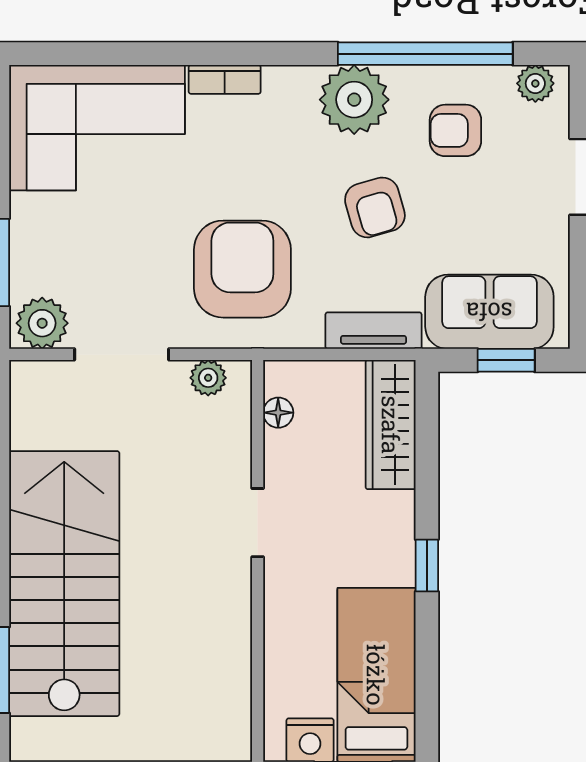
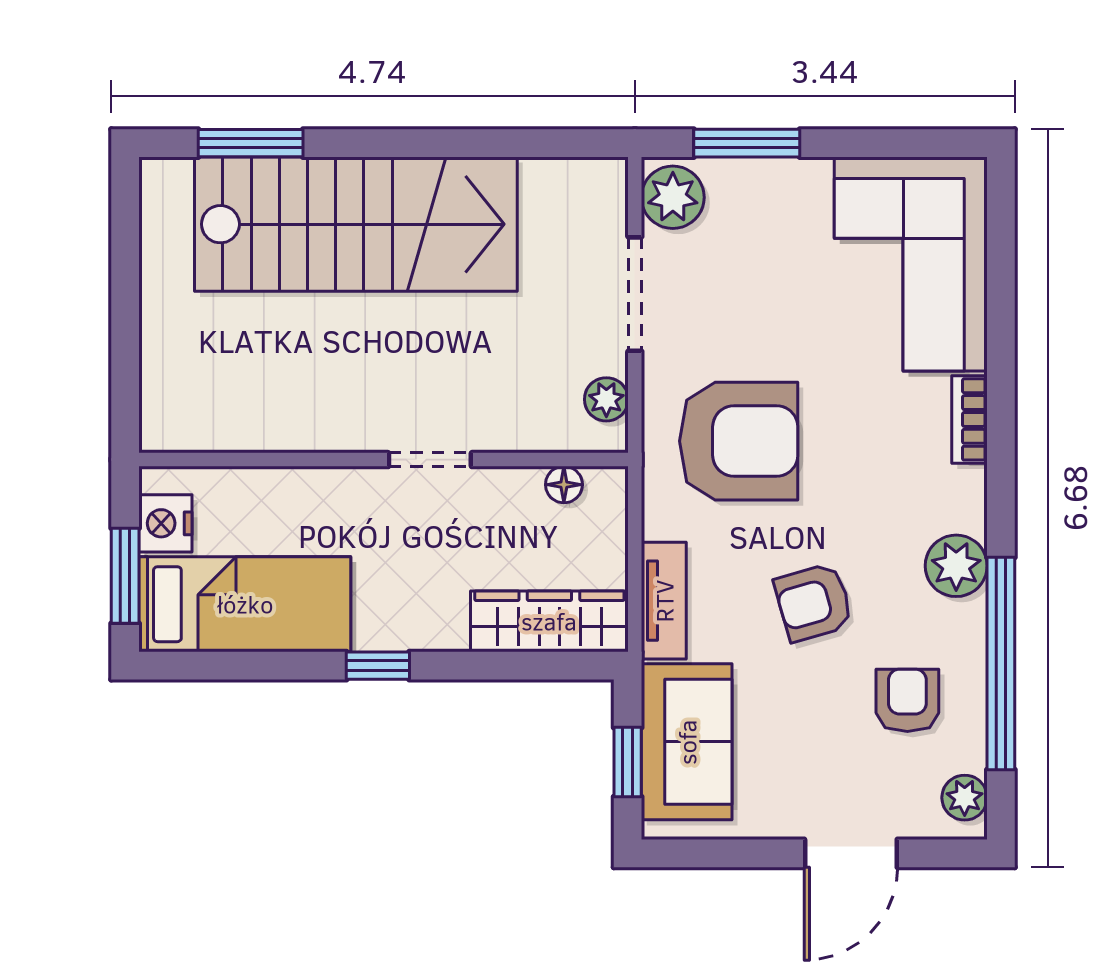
plant: (354, 100) -> (956, 566), width x0.73, depth x0.73

